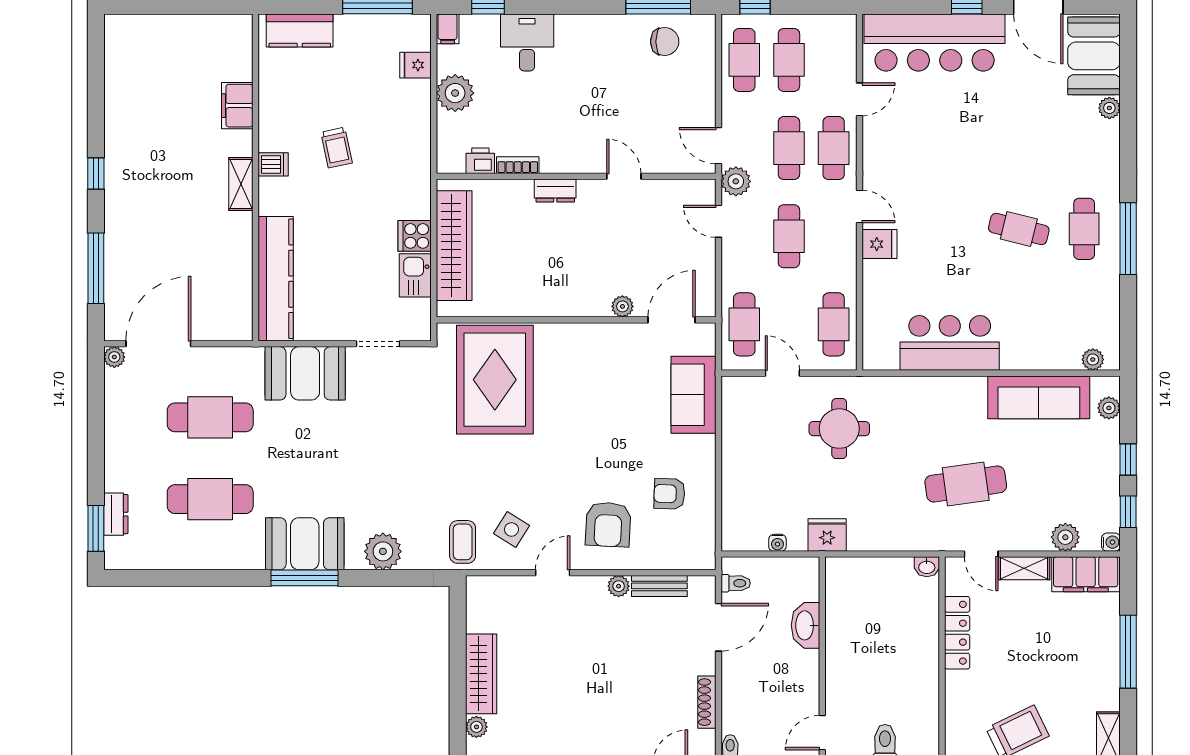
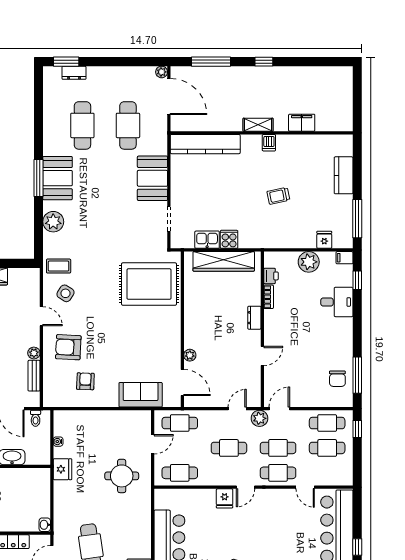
filing cabinet: (237, 106) -> (302, 123), moved
dishwasher: (273, 164) -> (269, 143), moved
wall: (255, 178) -> (262, 133), moved
shelving: (241, 184) -> (258, 125), moved
kitchen counter: (276, 279) -> (205, 144), moved

